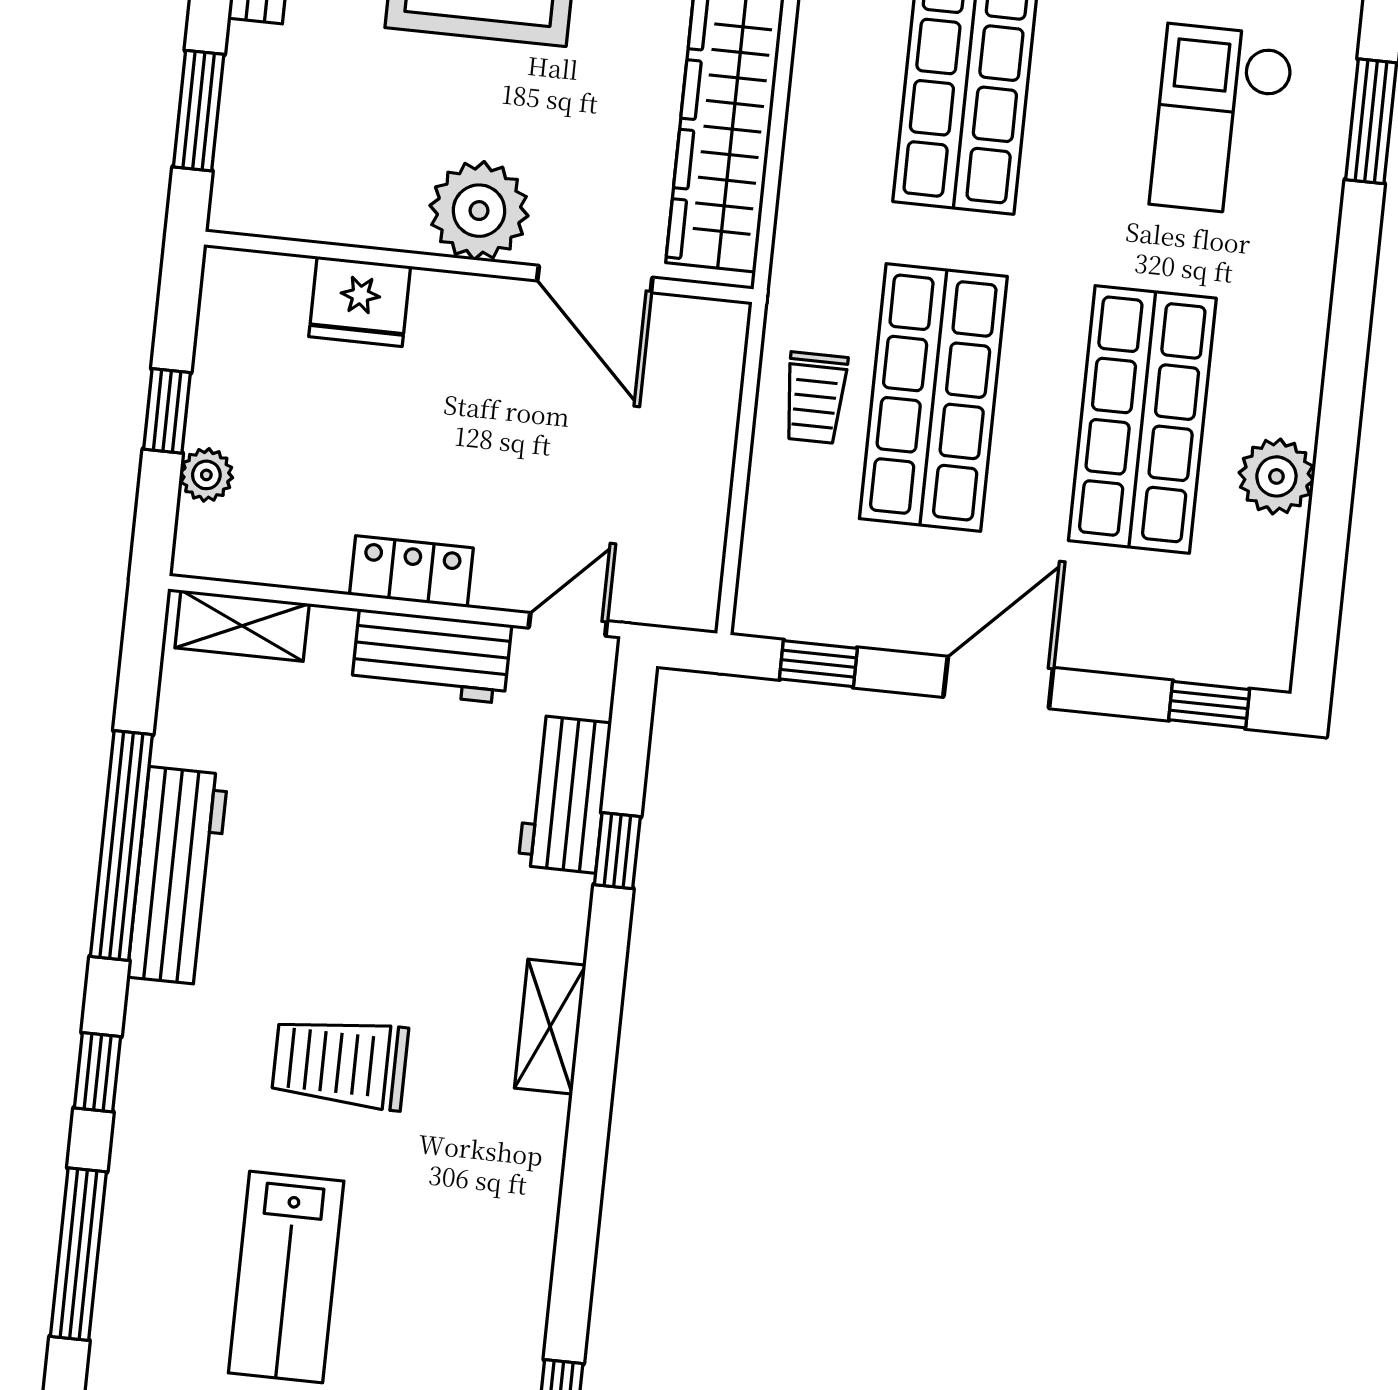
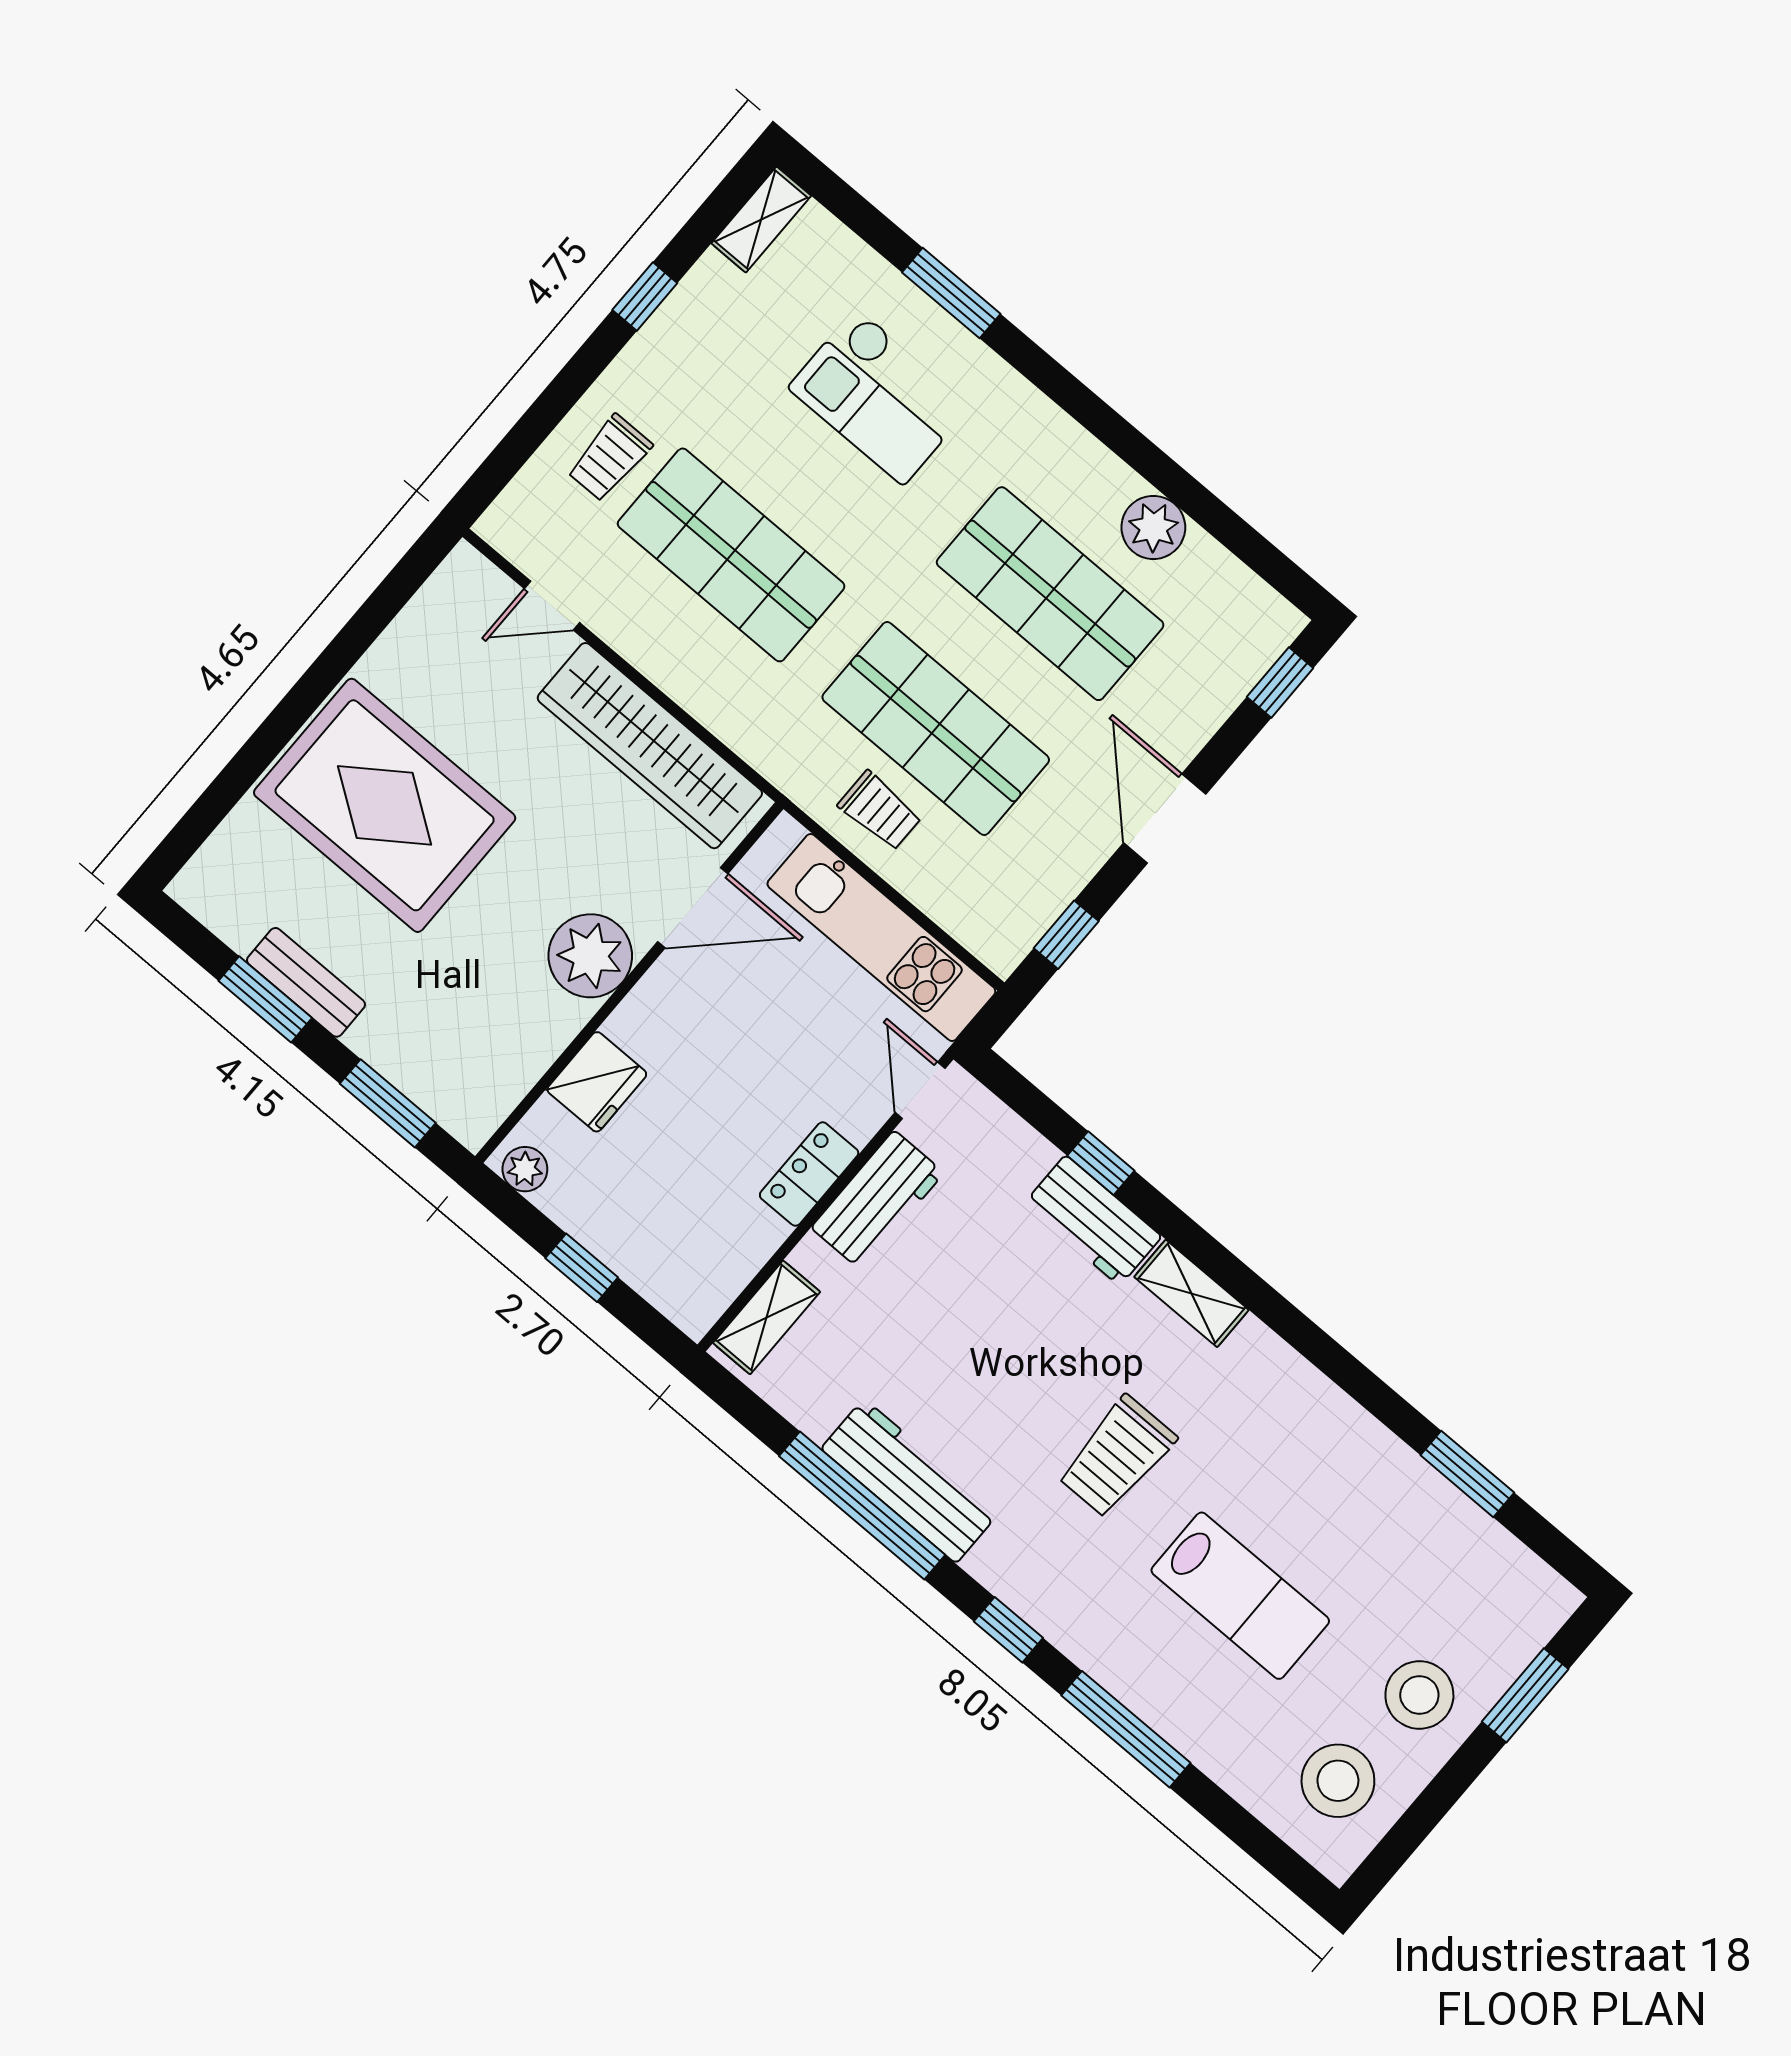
plant: (206, 475) -> (525, 1169), moved
kitchen unit: (692, 484) -> (881, 937), added
workbench: (565, 794) -> (1093, 1220), moved

